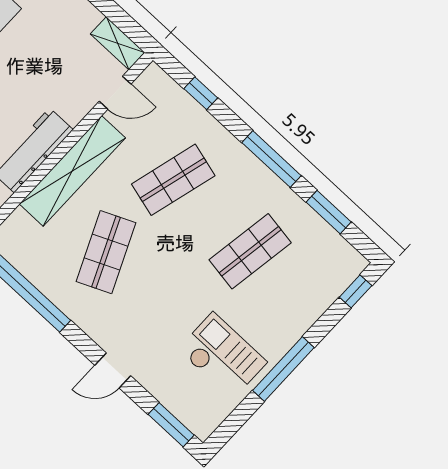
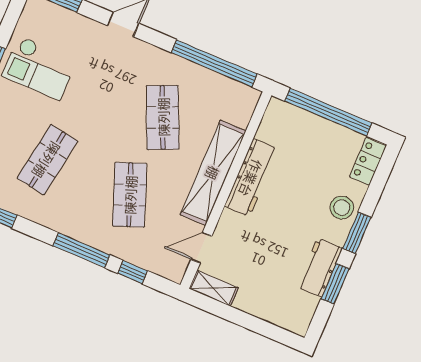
window: (272, 159) -> (82, 250), moved
shop shelf: (173, 180) -> (130, 195), turned -36

